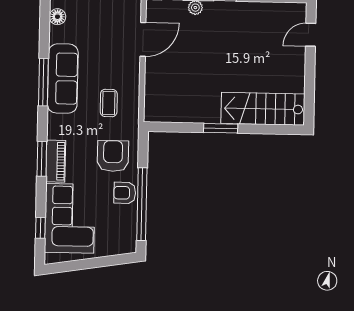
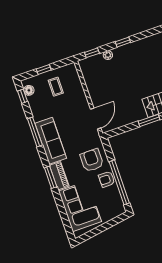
door: (143, 39) -> (96, 119), moved
sofa: (63, 79) -> (51, 141), moved
coffee table: (109, 103) -> (56, 87), moved
window: (40, 228) -> (22, 96), moved

